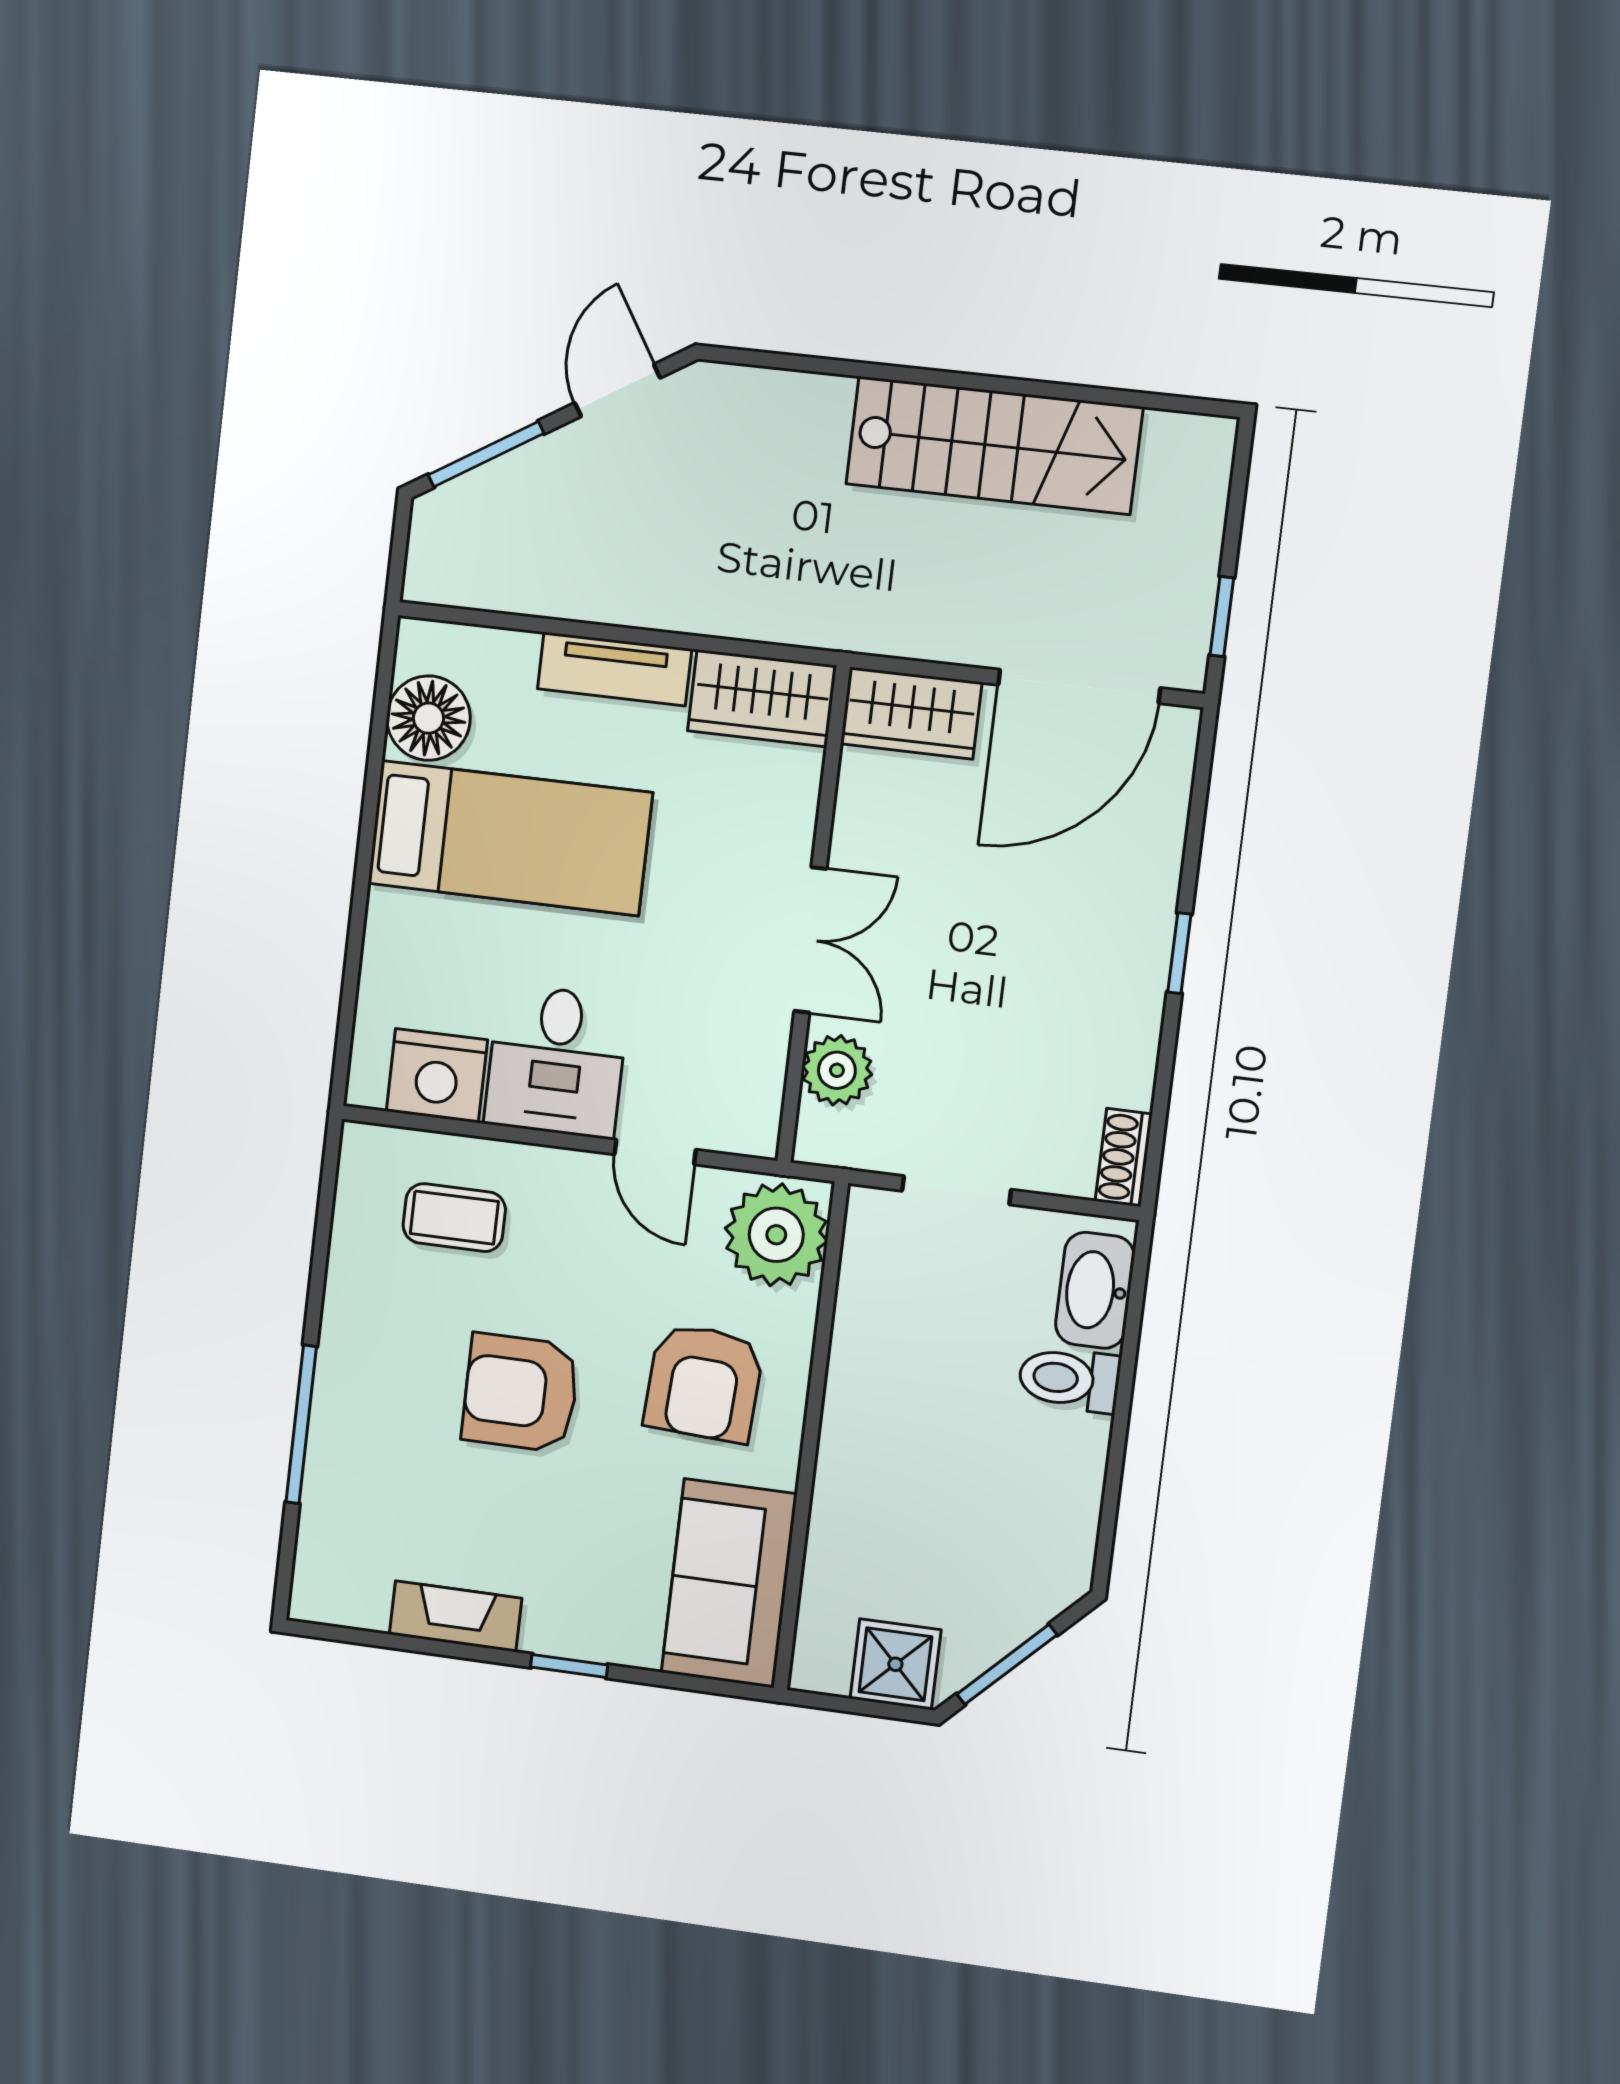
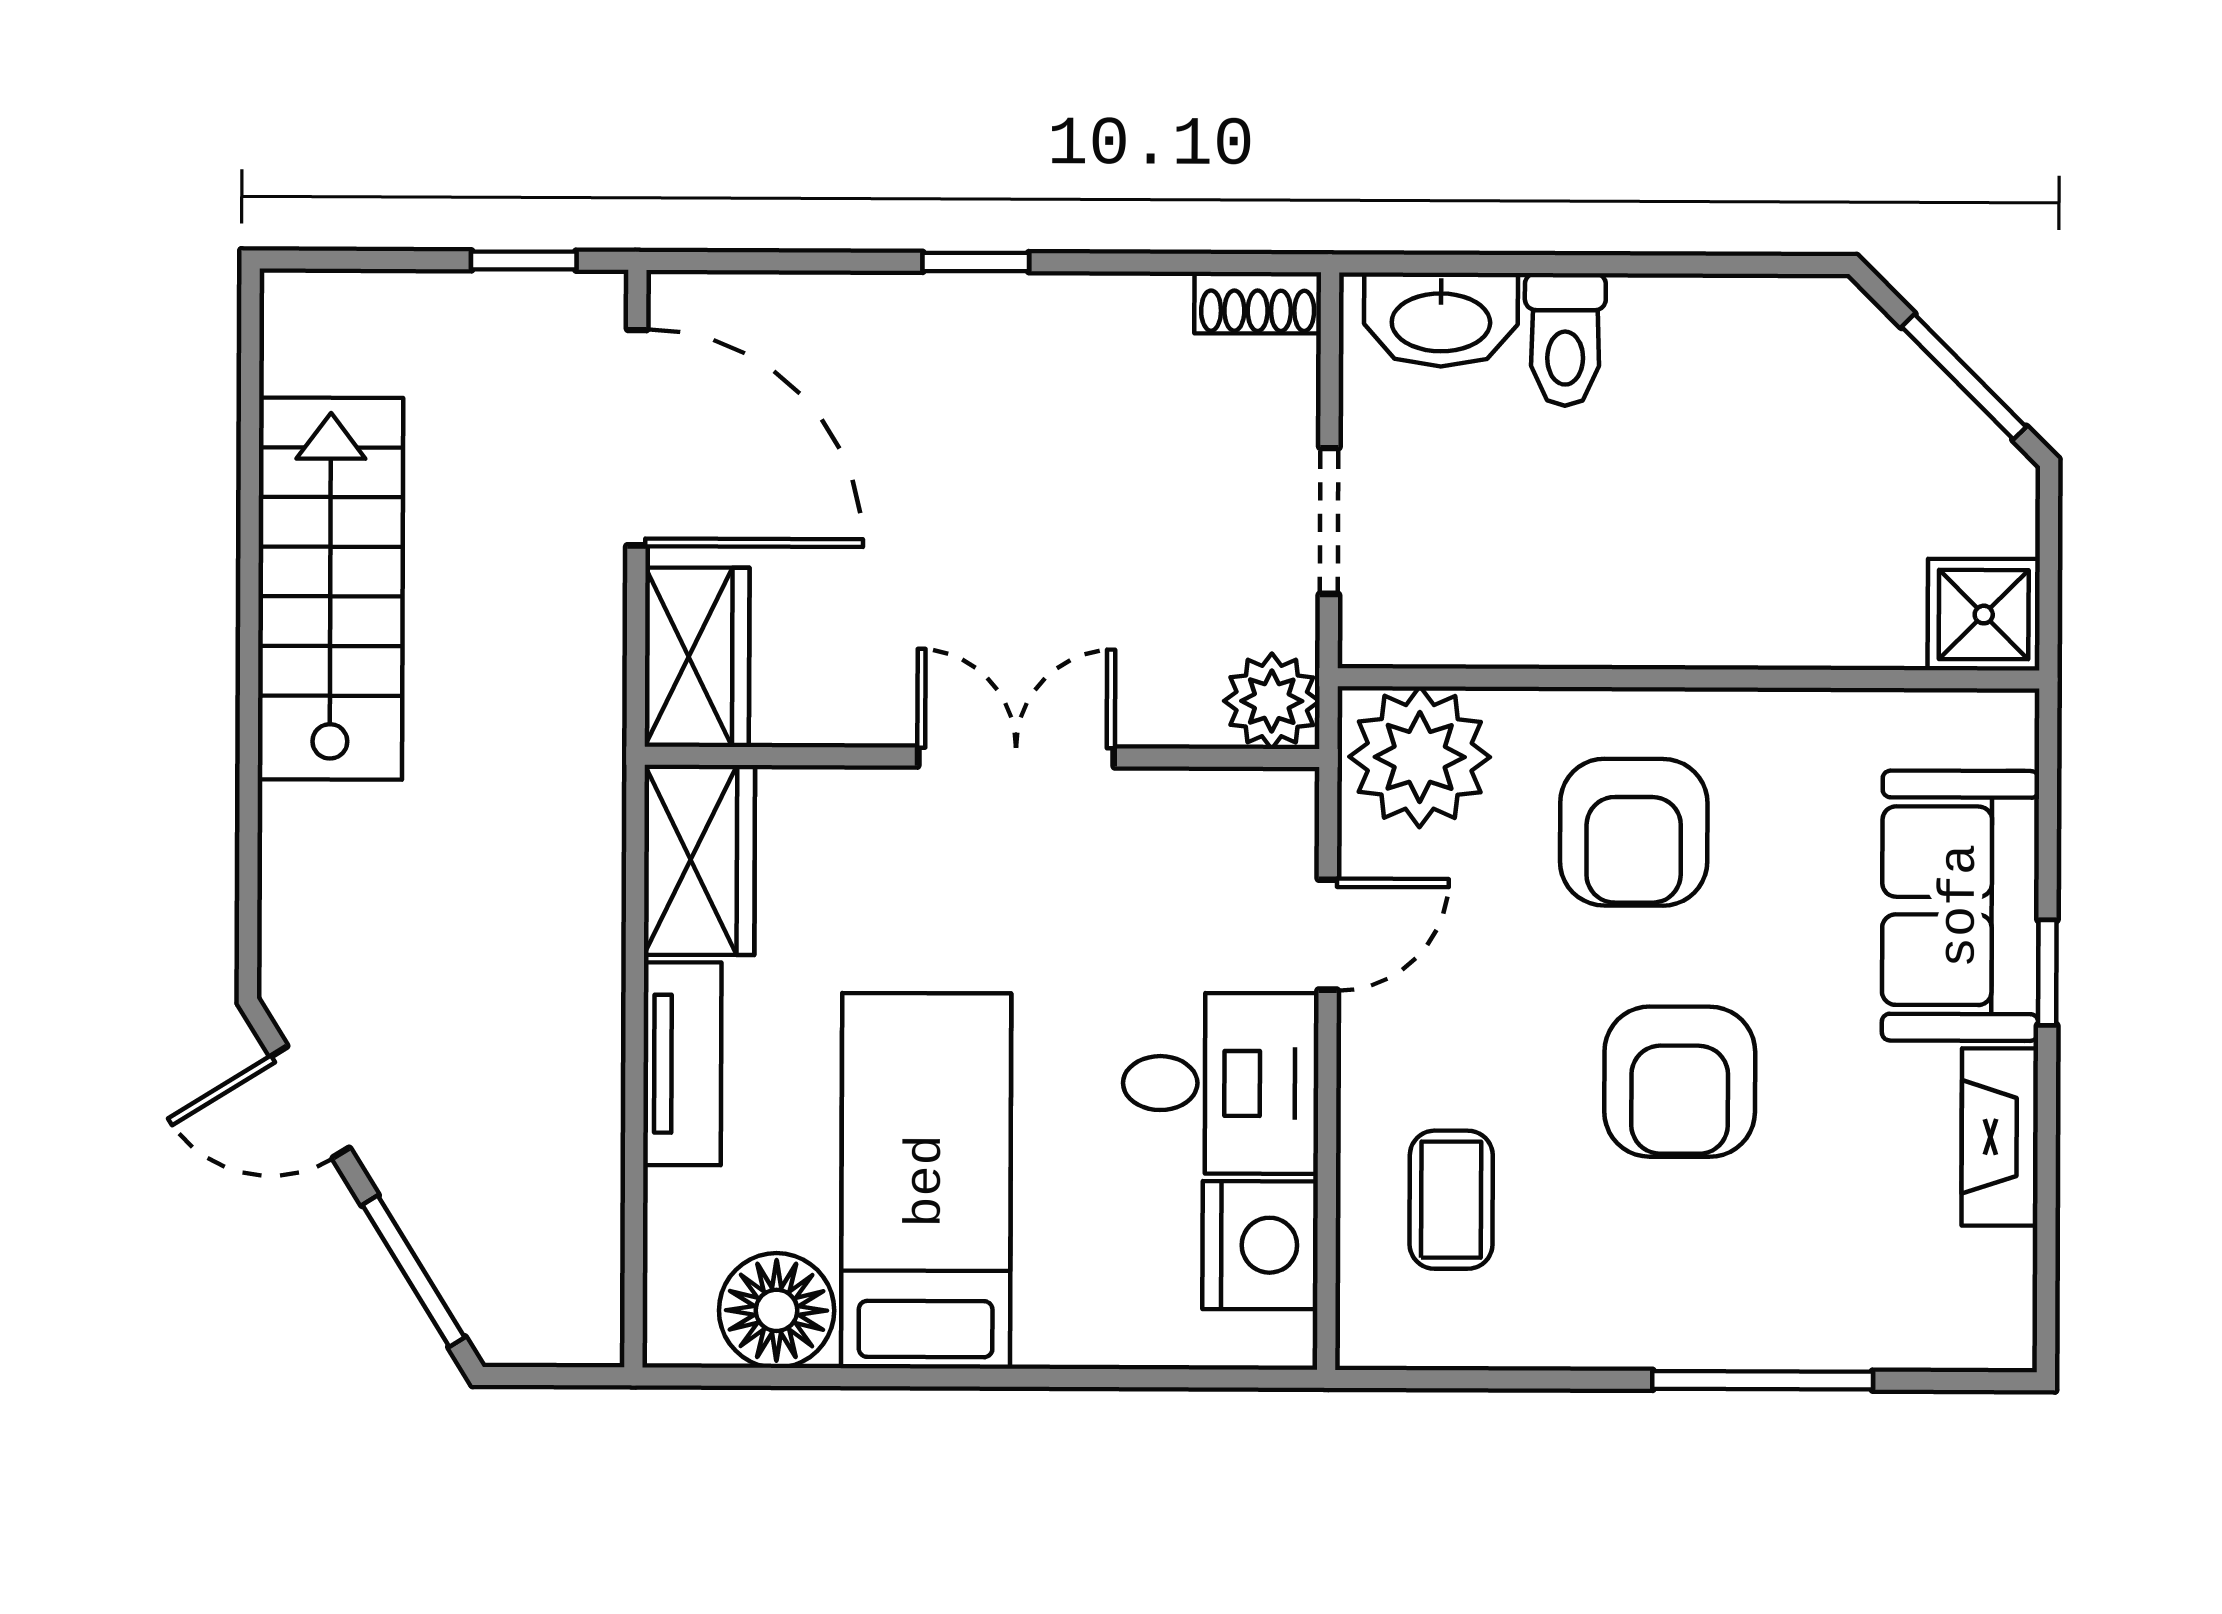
plant: (837, 1070) -> (1272, 701), moved
armchair: (704, 1383) -> (1634, 832), turned 87
sofa: (729, 1583) -> (1960, 906), moved, turned 90
shower: (895, 1664) -> (1984, 615), moved

